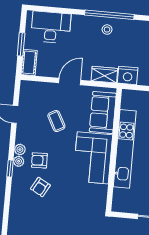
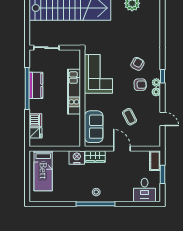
desk: (51, 27) -> (145, 190), width x0.73
door: (70, 82) -> (122, 149), swing flipped
kitchen unit: (125, 149) -> (74, 92), width x0.73
corner sofa: (93, 158) -> (98, 74), moved

